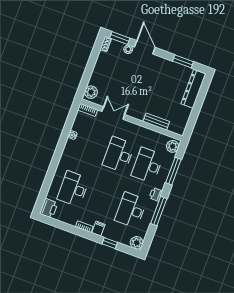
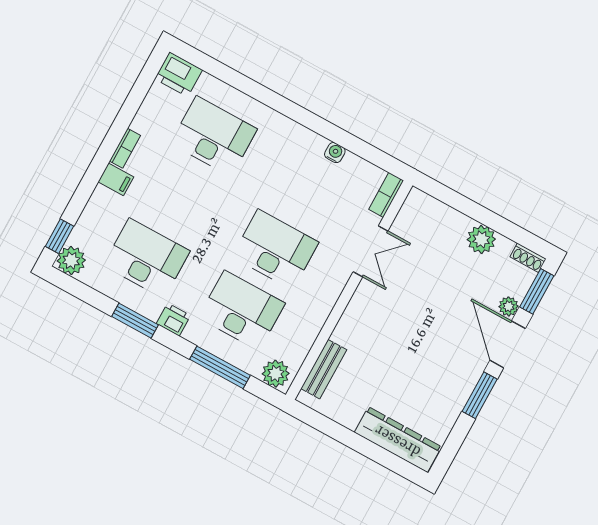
door: (145, 47) -> (508, 344), swing flipped
window: (183, 61) -> (480, 395), moved
plant: (91, 92) -> (481, 239), moved
bench: (156, 122) -> (324, 369), moved
window: (159, 211) -> (135, 321), width x0.69
window: (110, 243) -> (60, 236), moved

